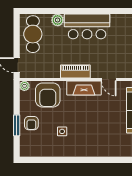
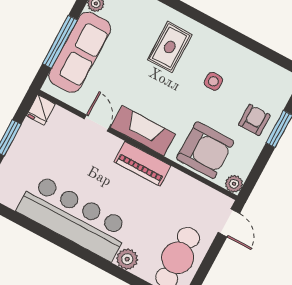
bar counter: (87, 26) -> (74, 217), width x1.36
armchair: (48, 95) -> (205, 150), turned 90
rug: (93, 137) -> (170, 47), added

